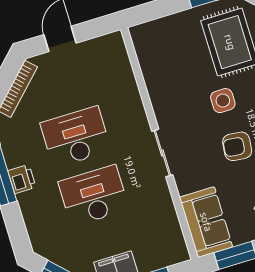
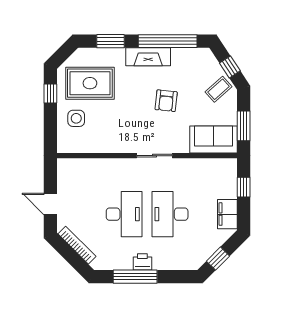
side table: (223, 101) -> (76, 118), moved
desk: (76, 137) -> (124, 214), turned 180

